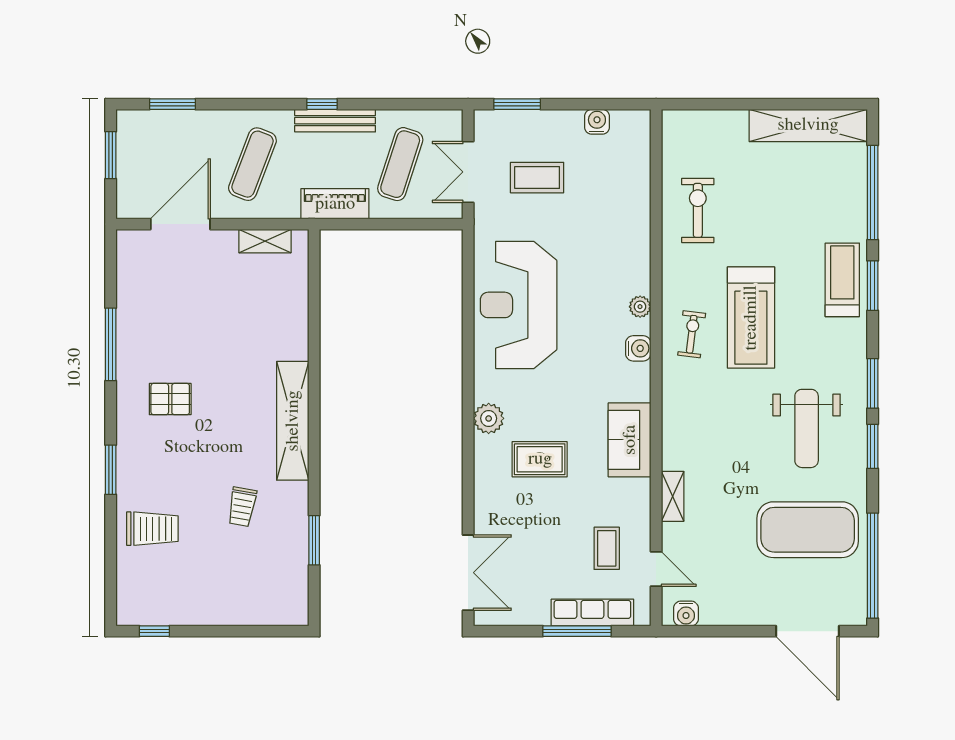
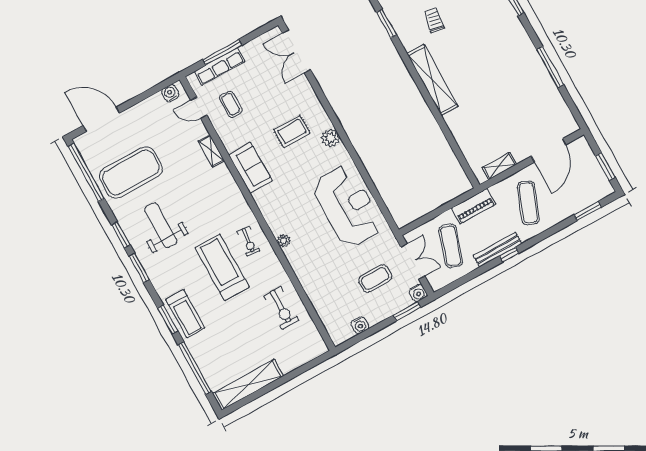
water cooler: (638, 348) -> (418, 293), moved, turned -90
pallet: (170, 399) -> (503, 56), removed

